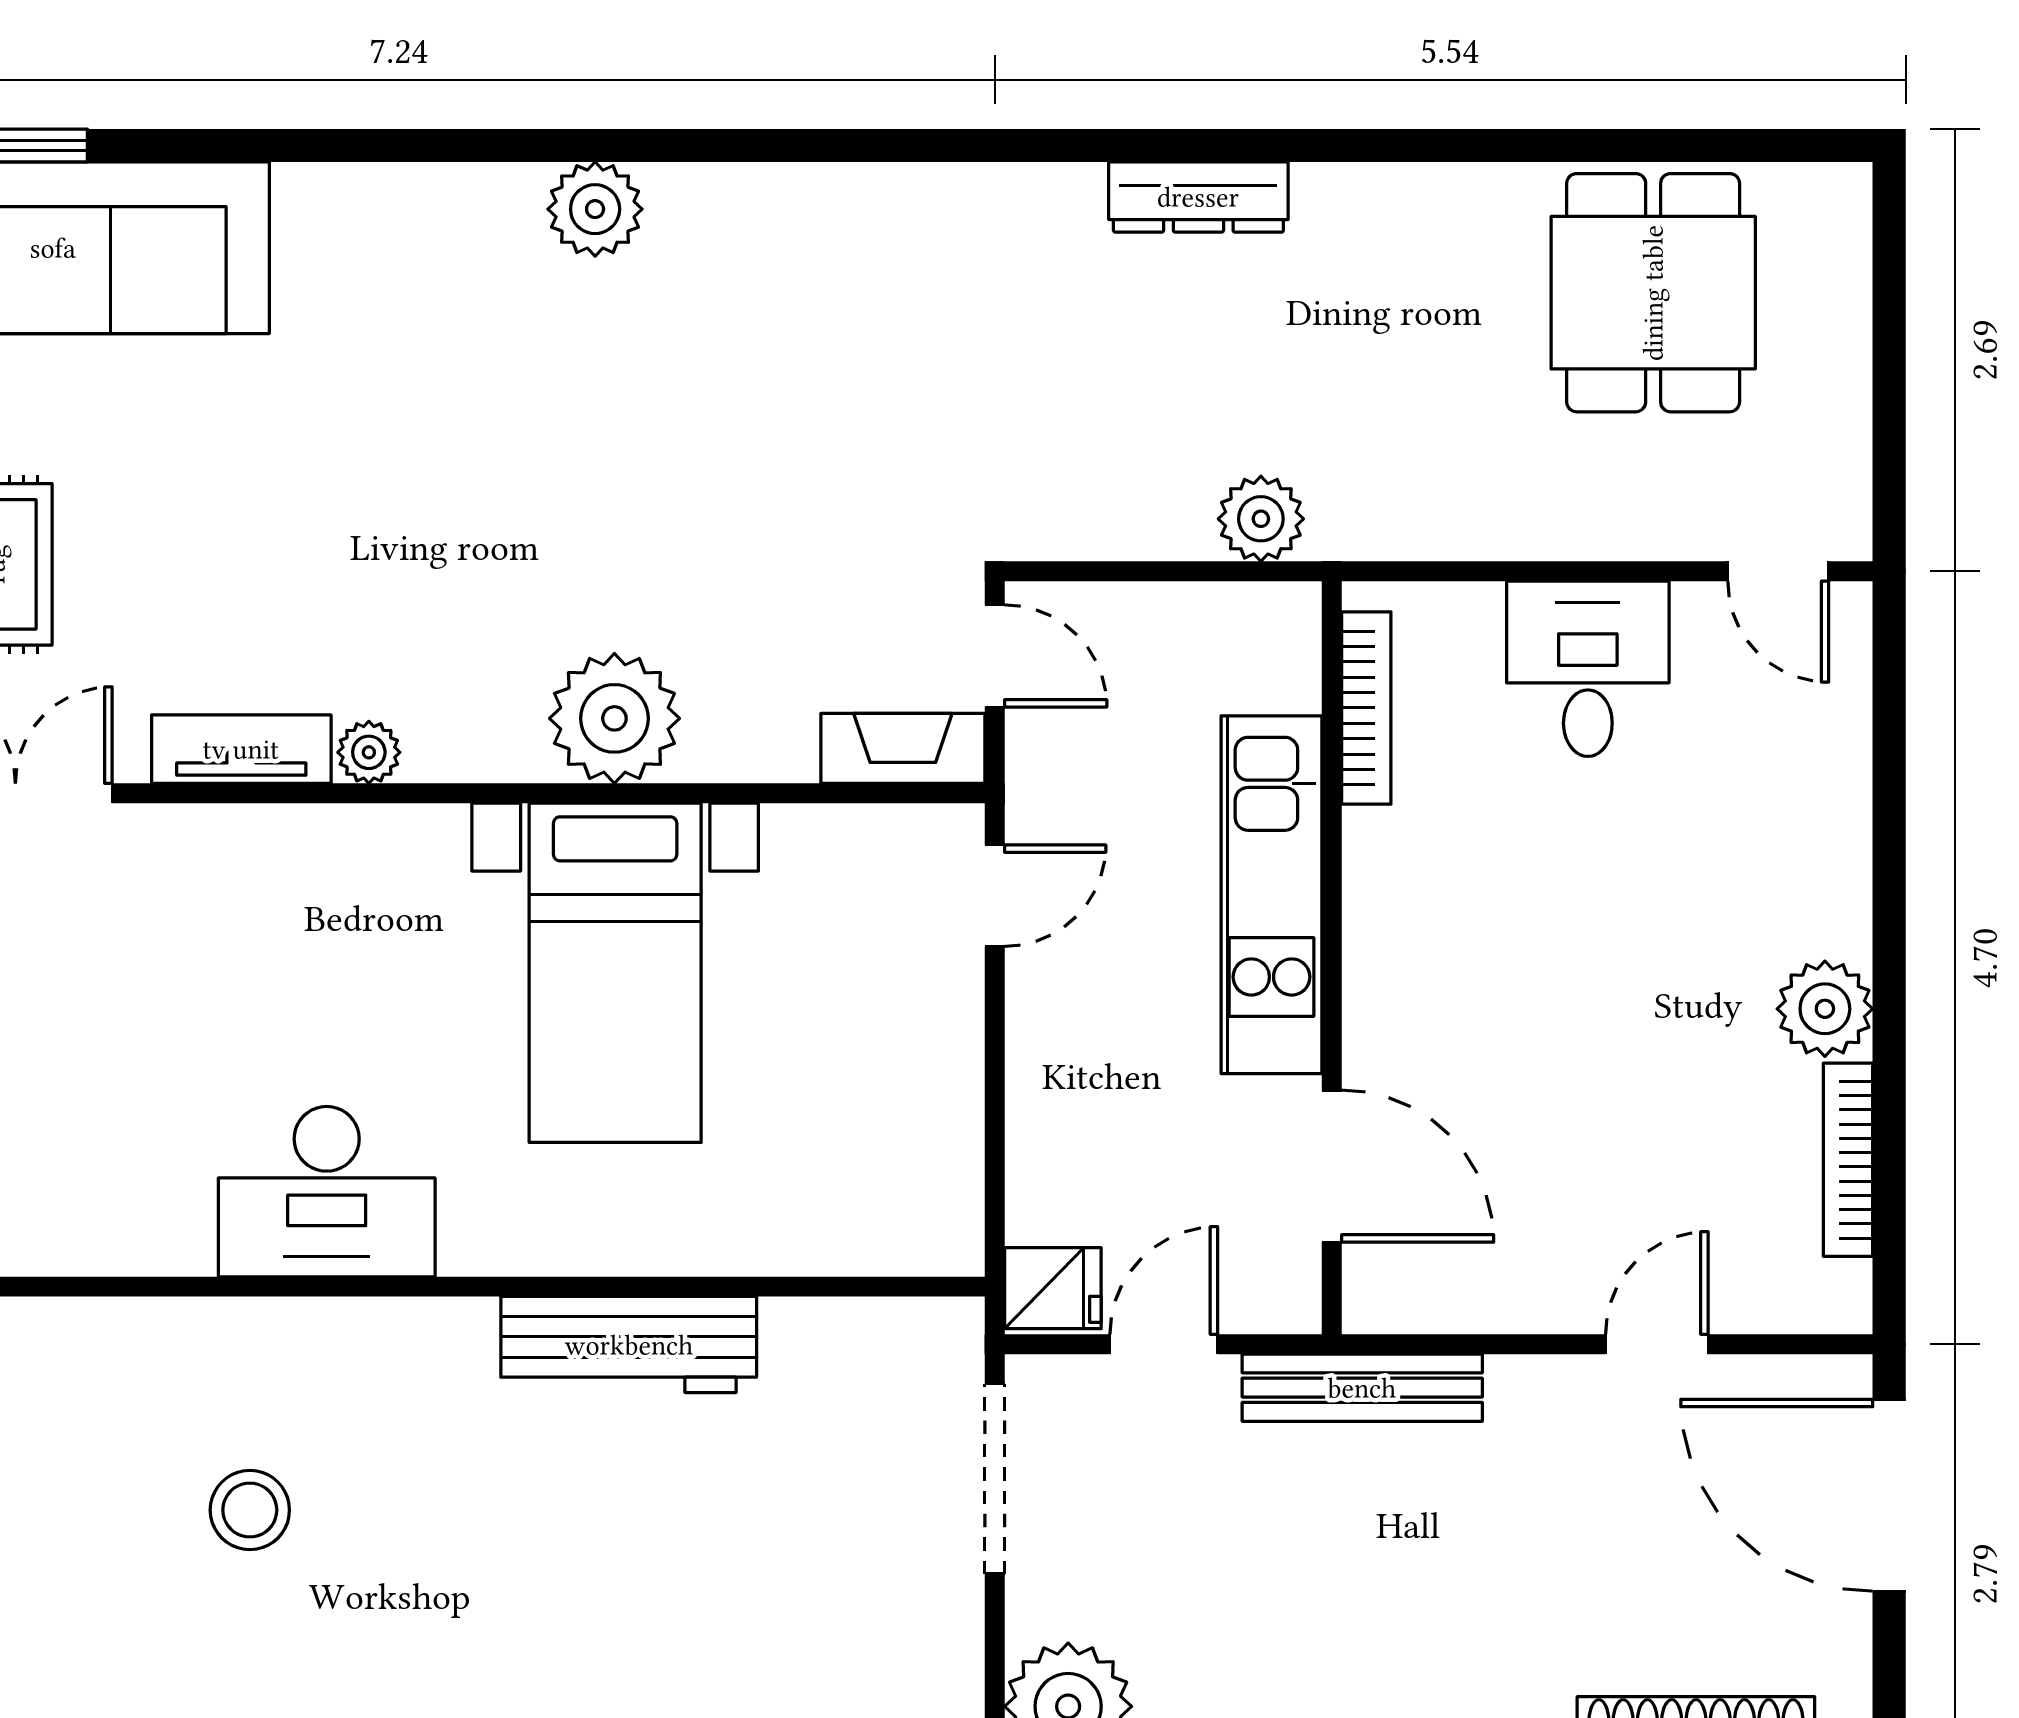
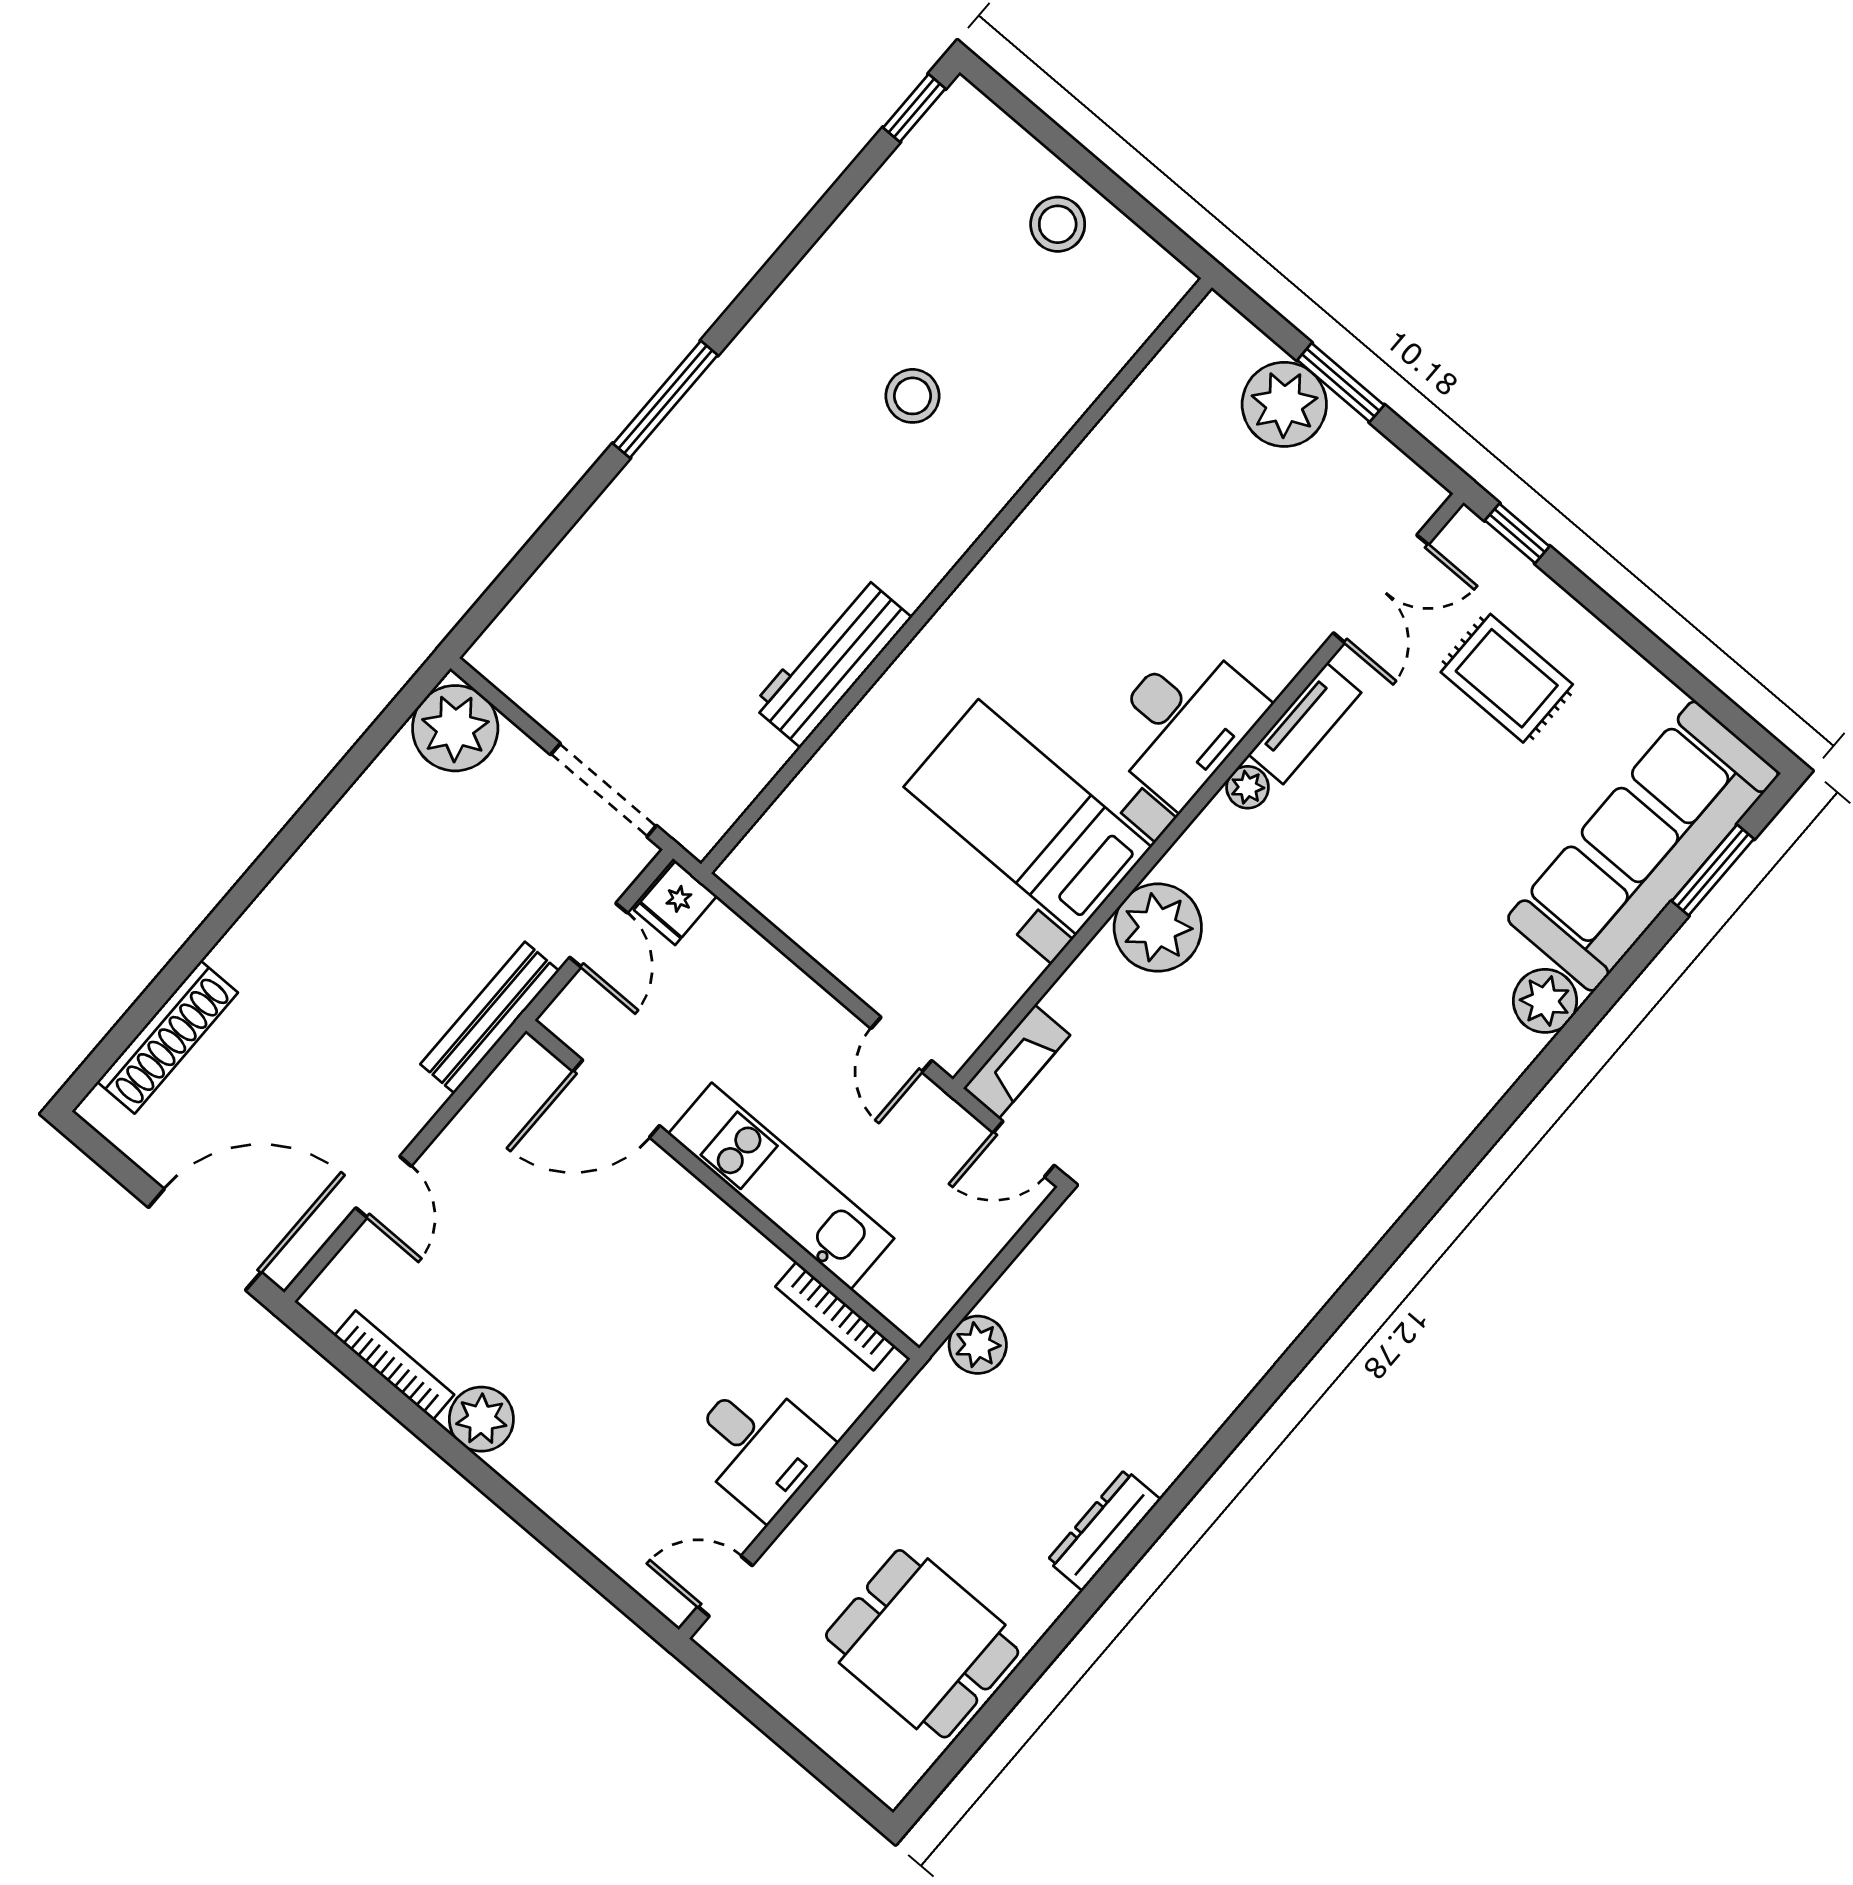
dresser: (1198, 197) -> (1104, 1530), moved
plant: (595, 209) -> (1545, 1001), moved
desk: (327, 1192) -> (1183, 722), moved, turned 180

